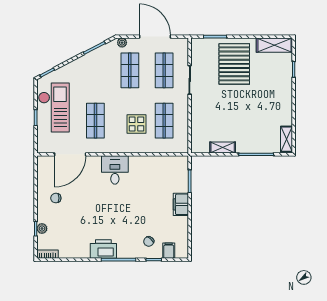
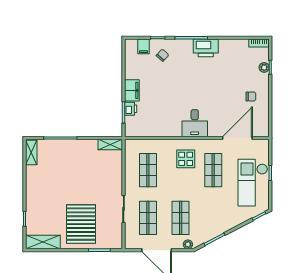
display table: (136, 124) -> (186, 159), moved
shelving: (223, 147) -> (110, 145), moved
printer: (182, 185) -> (131, 109), added

